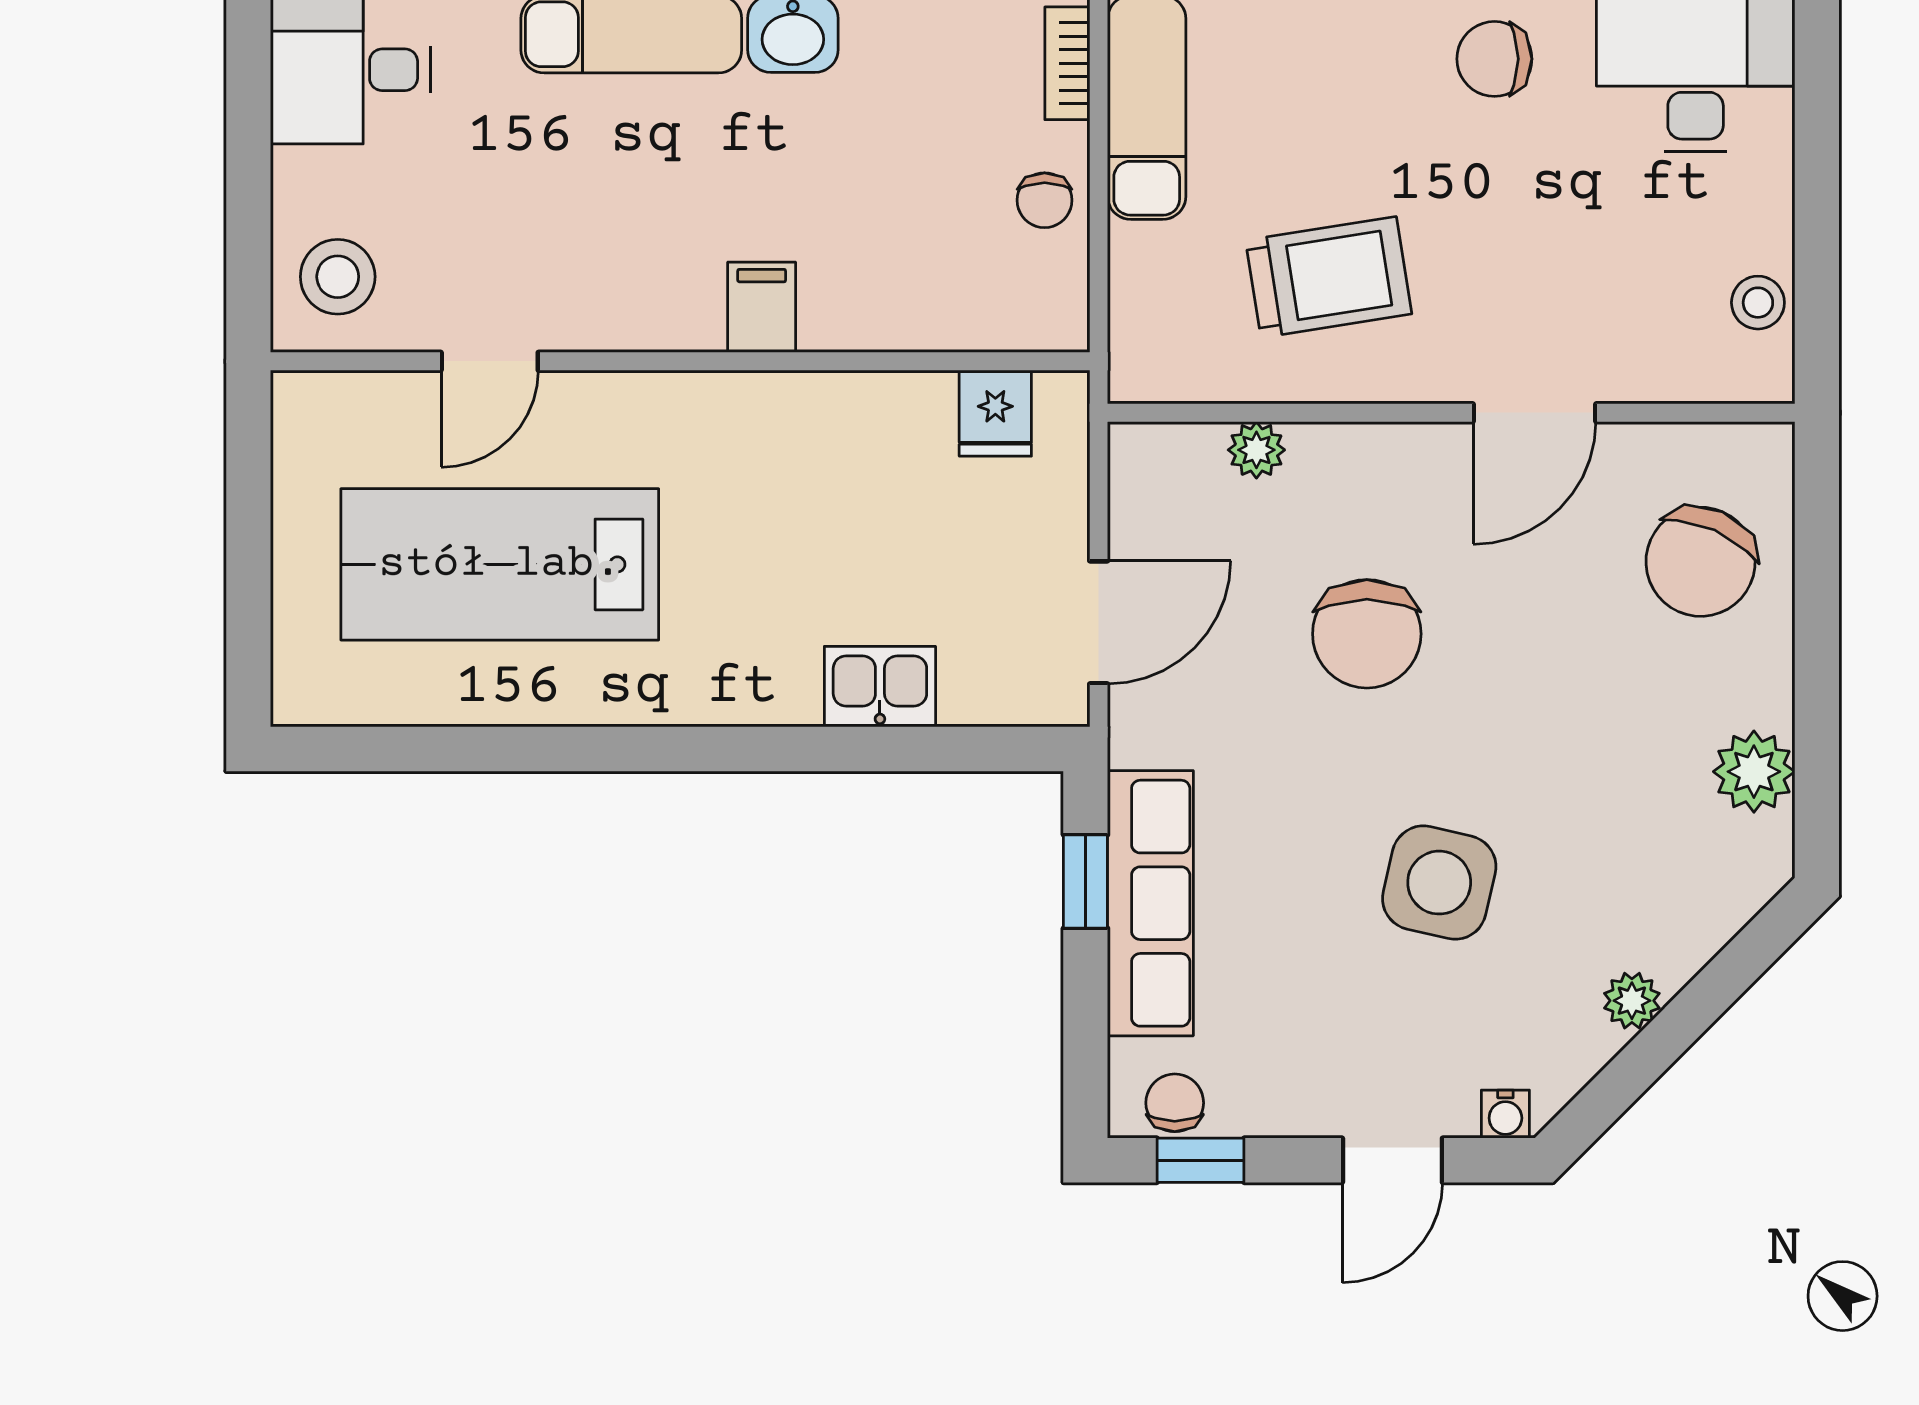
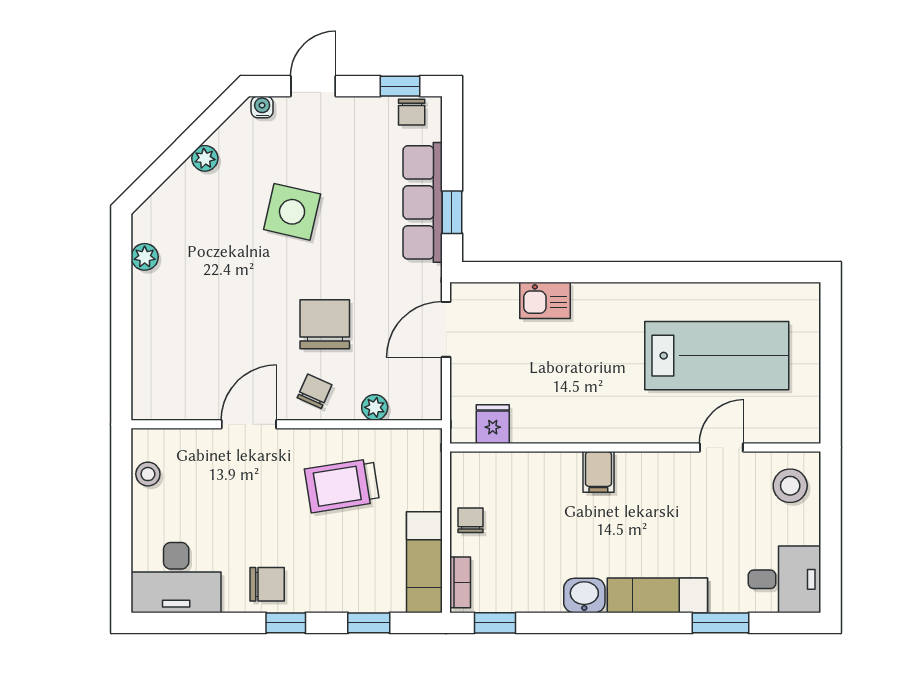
chair: (1701, 562) -> (315, 391), moved, width x0.54, depth x0.54
plant: (1754, 772) -> (145, 257), width x0.73, depth x0.73

